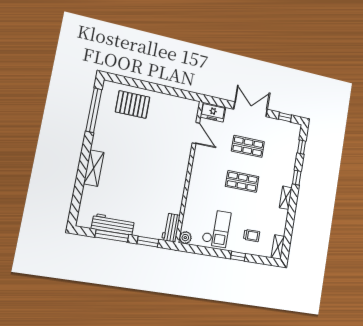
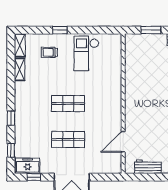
freezer: (213, 112) -> (28, 166), moved
door: (196, 133) -> (123, 142), hinge flipped
shelving: (286, 198) -> (20, 69), moved
workbench: (171, 228) -> (148, 167), moved, turned -90
plant: (185, 238) -> (116, 40), removed

